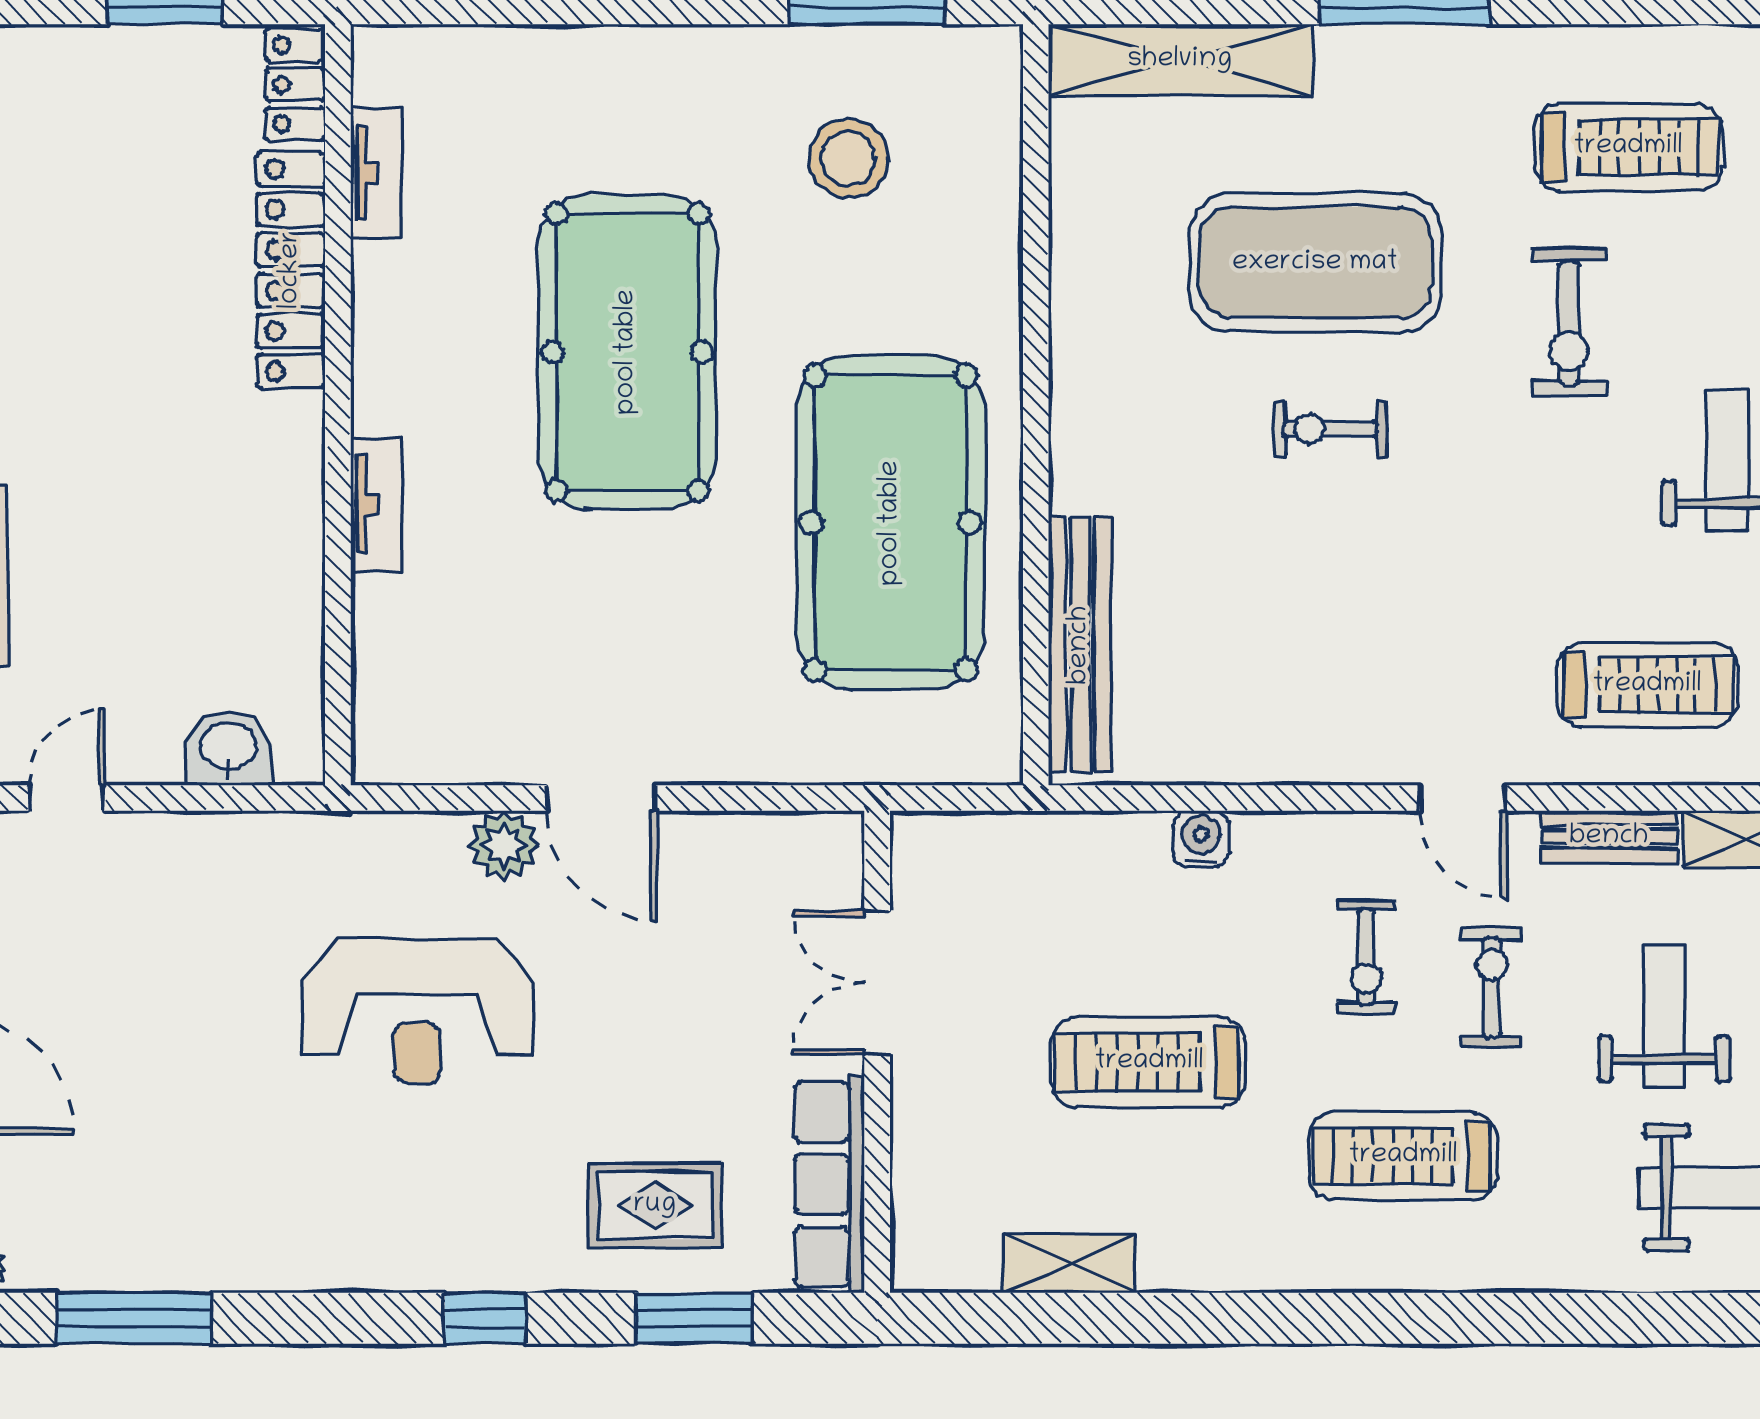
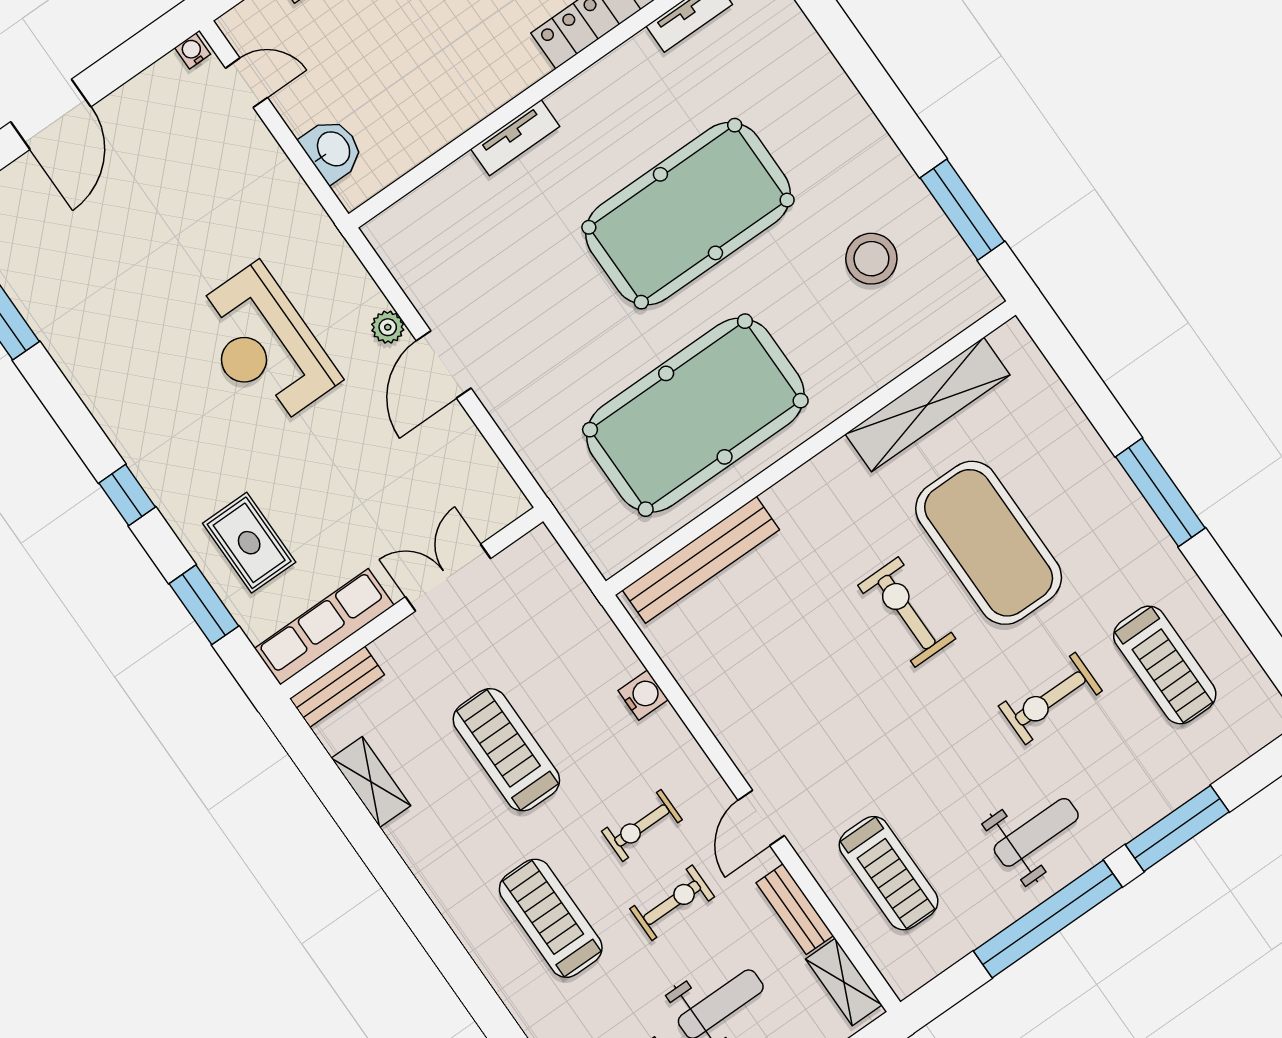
shelving: (1180, 60) -> (928, 404), moved, turned 90
exercise bike: (1330, 429) -> (907, 612), width x1.38, depth x1.39
plant: (504, 846) -> (388, 327), width x0.73, depth x0.73
bench: (917, 1222) -> (337, 687), added

